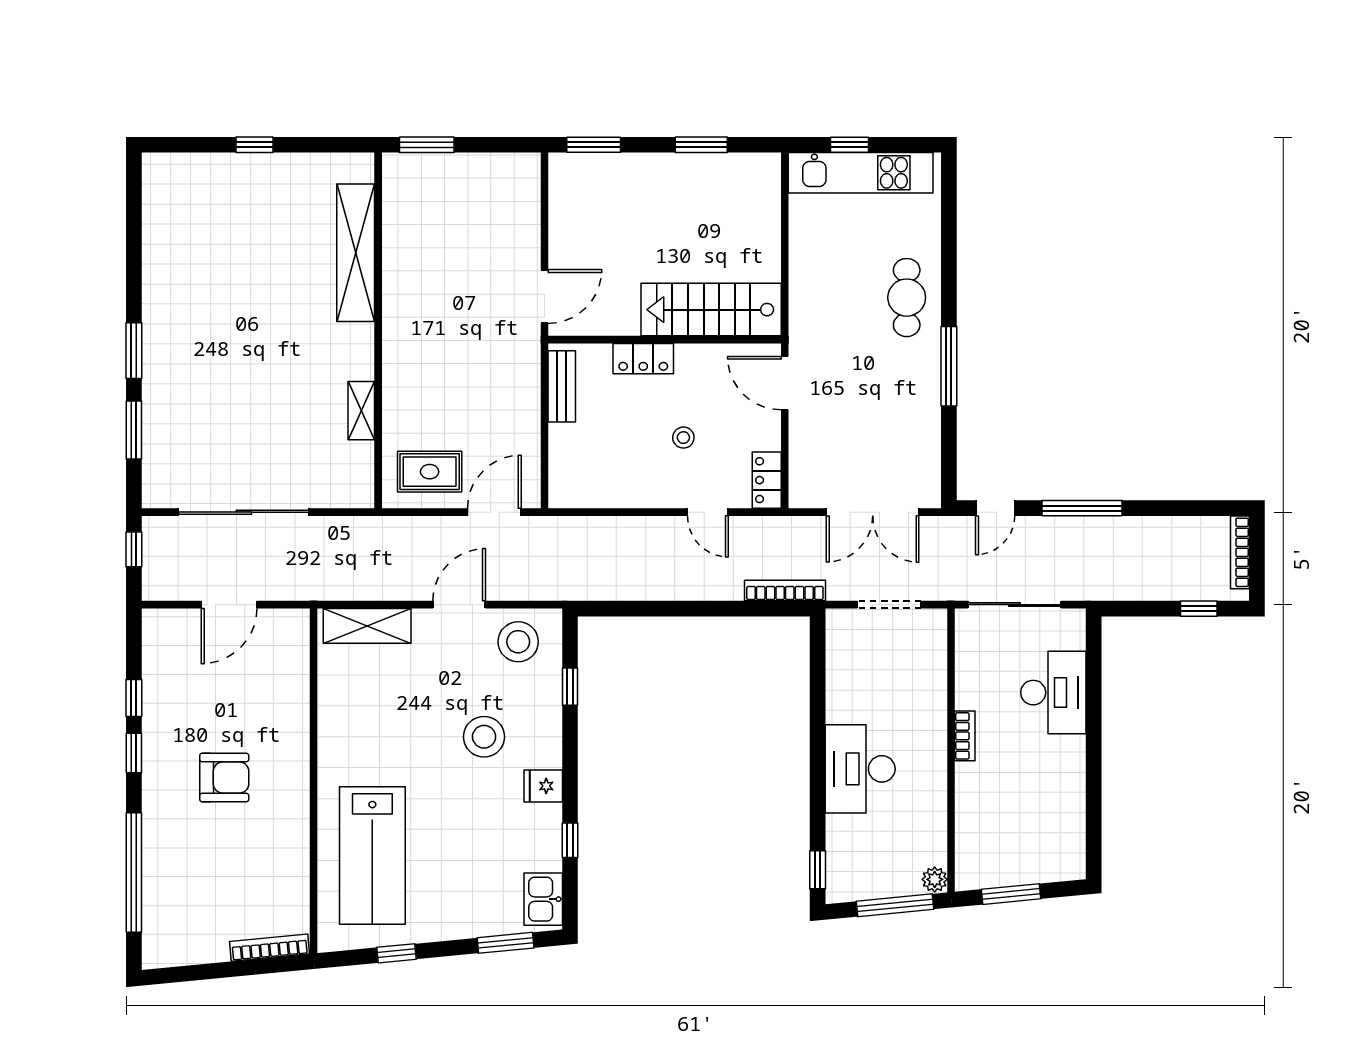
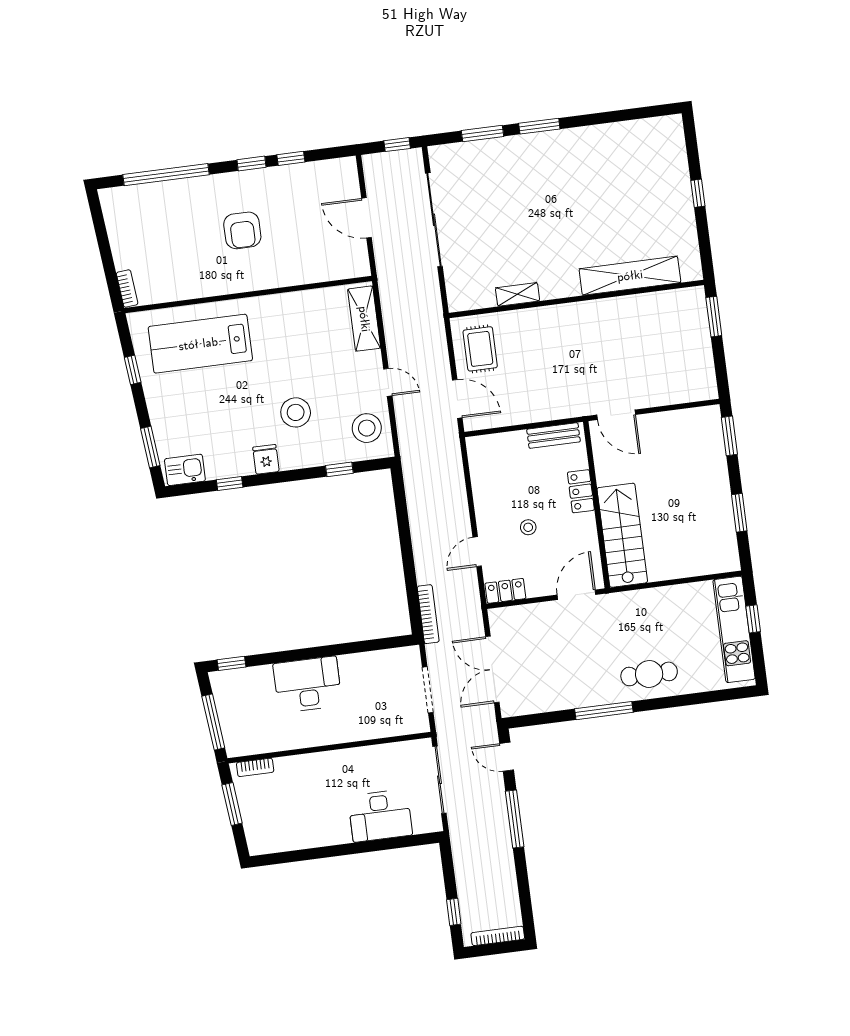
door: (459, 605) -> (388, 382), width x0.73
bookcase: (965, 736) -> (255, 767), moved
plant: (935, 879) -> (235, 748), removed
bookcase: (269, 948) -> (127, 288), width x0.64

